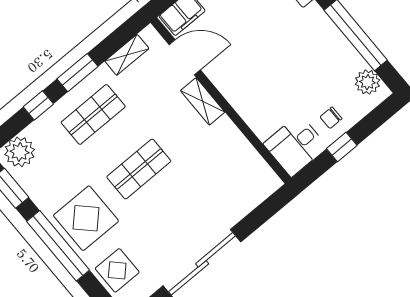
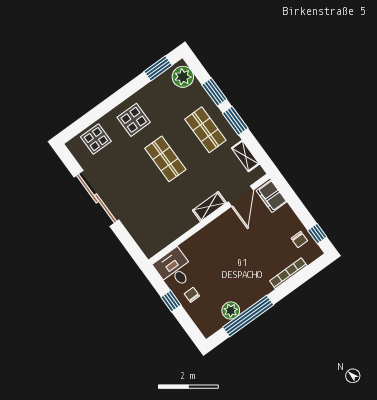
plant: (367, 82) -> (231, 310), moved
window: (38, 105) -> (214, 92), width x1.50
display table: (86, 218) -> (134, 120), width x0.73, depth x0.73
window: (58, 246) -> (116, 99), removed

